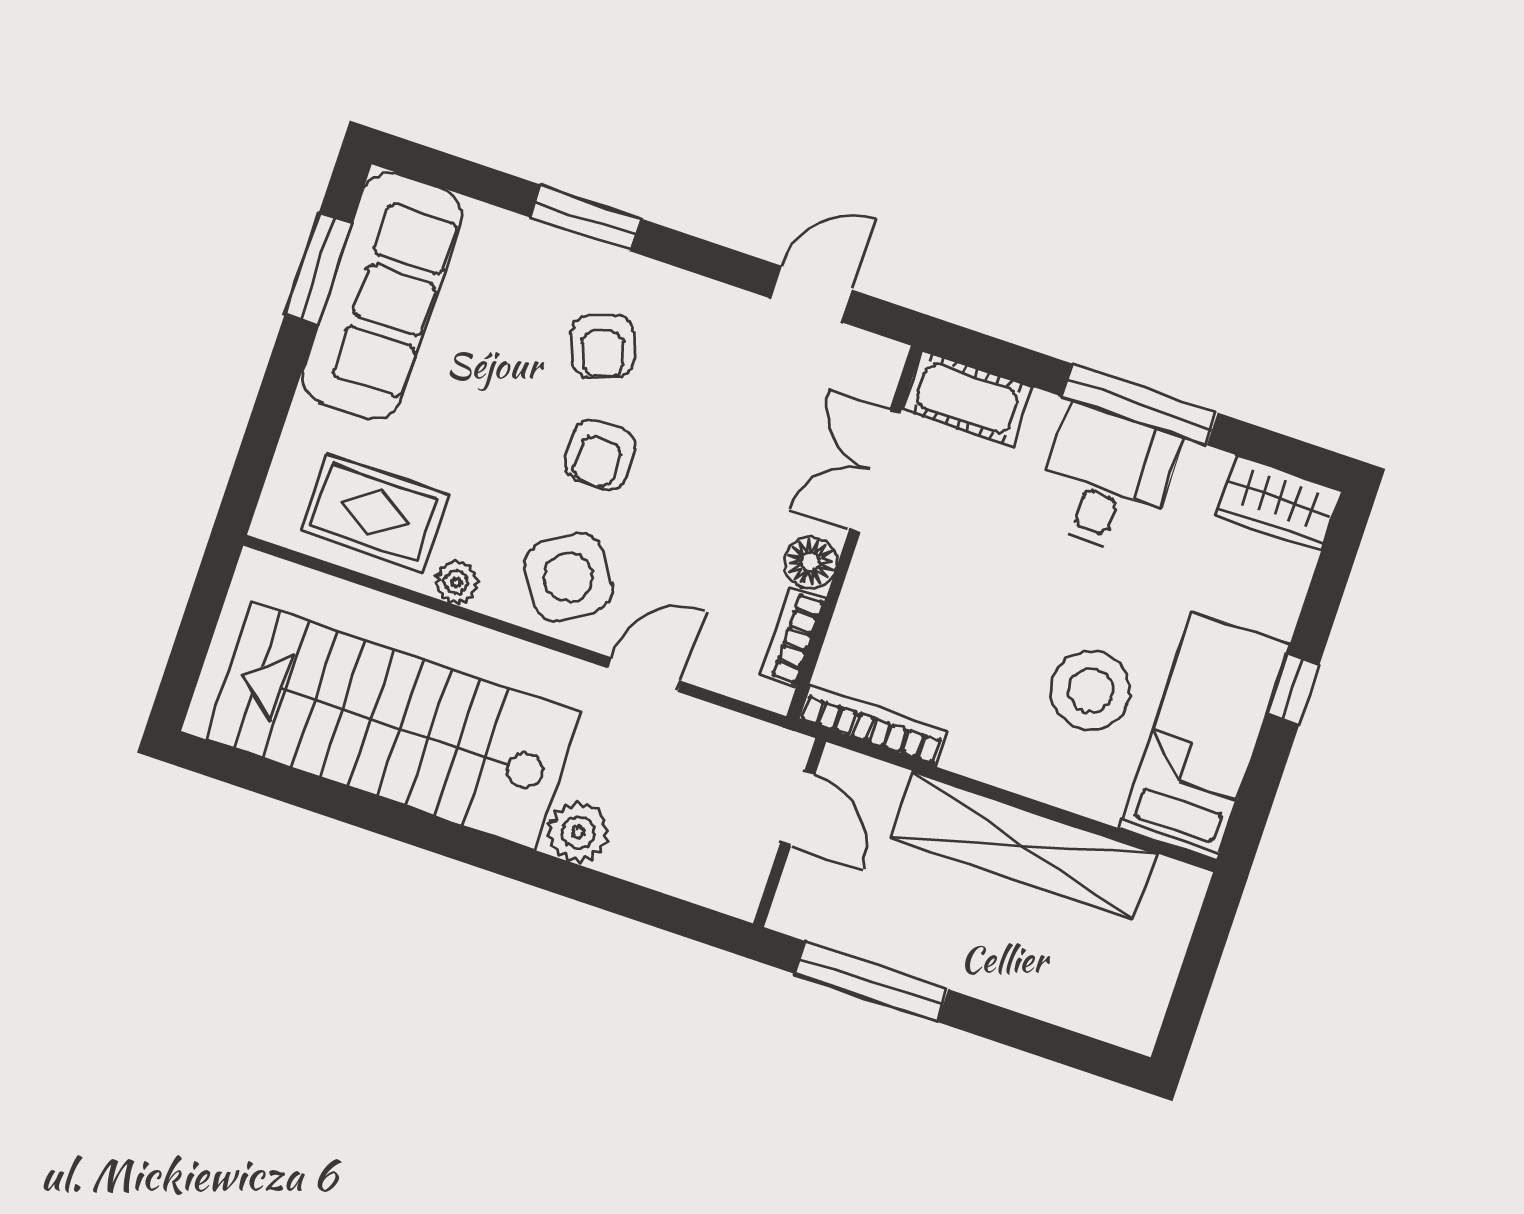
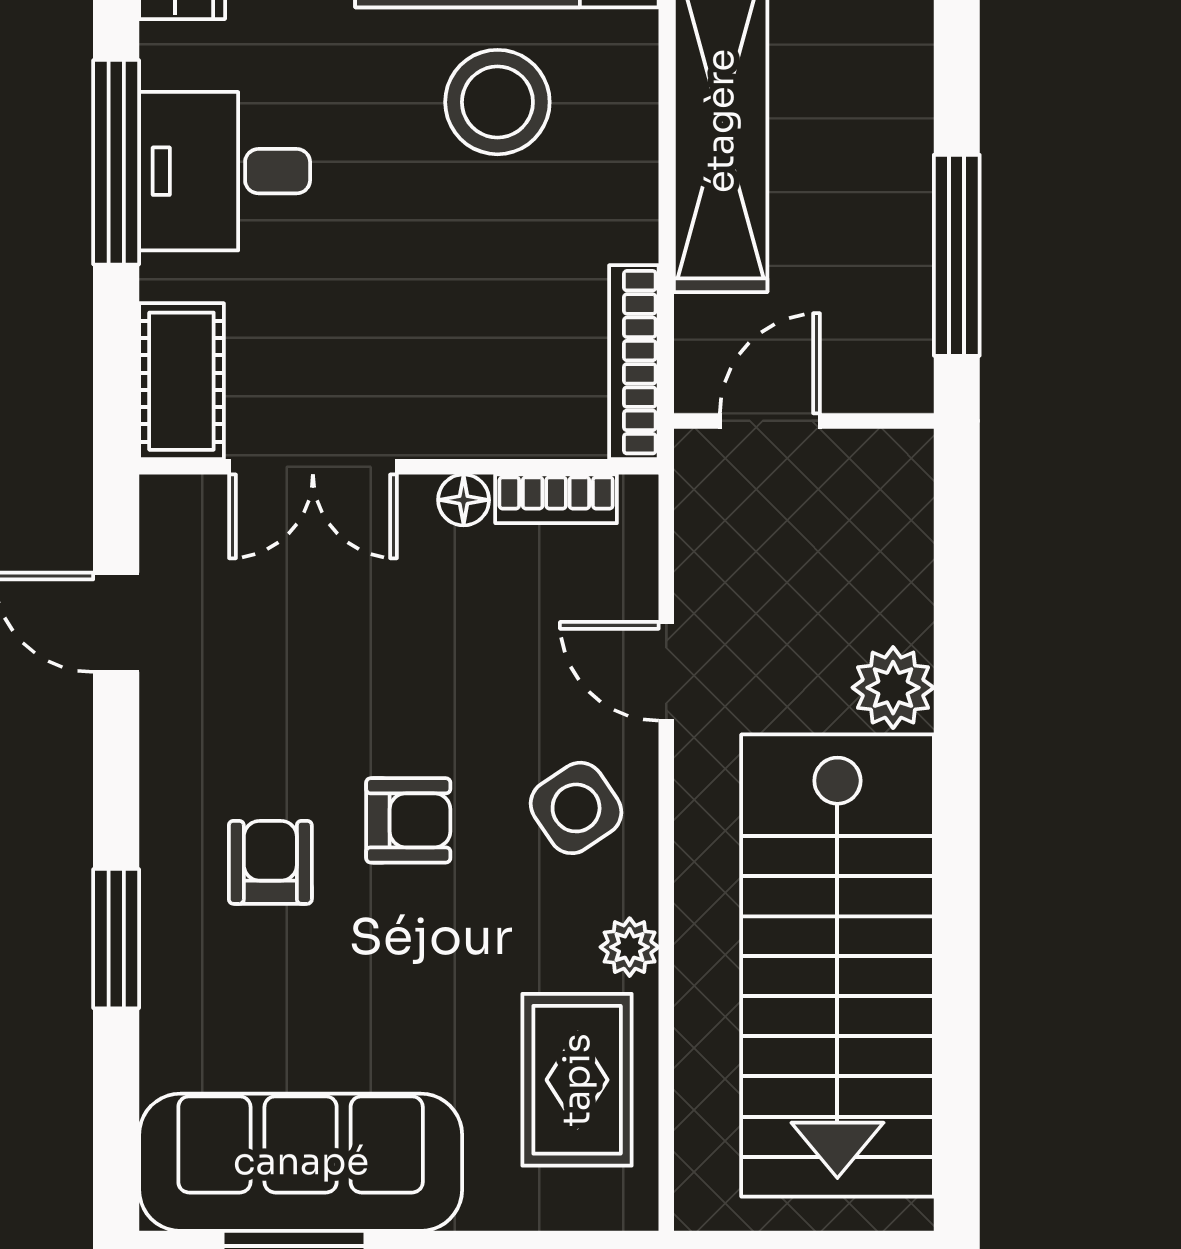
armchair: (603, 346) -> (270, 862), turned -70
floor lamp: (811, 562) -> (464, 500), width x0.73, depth x0.73
side table: (568, 577) -> (576, 808), width x0.73, depth x0.73

